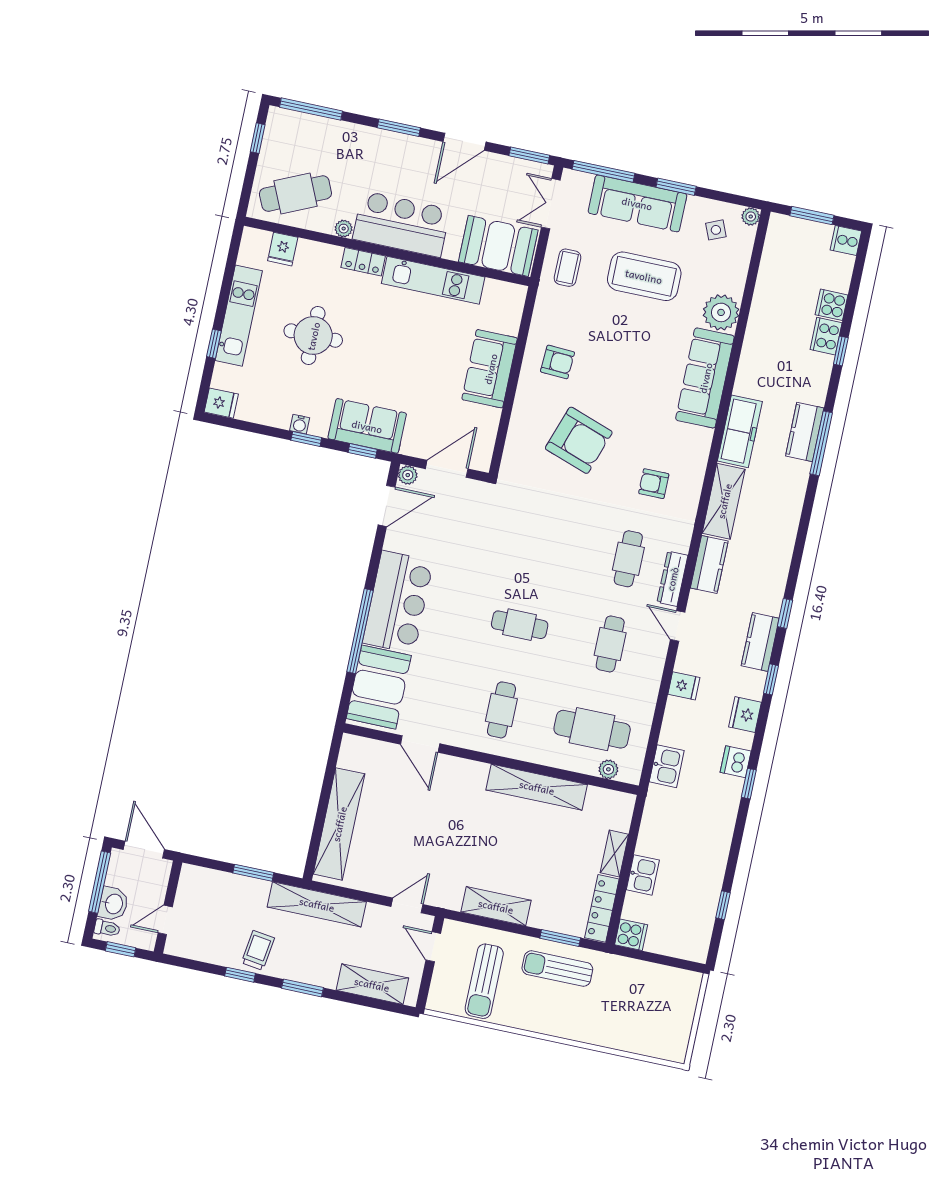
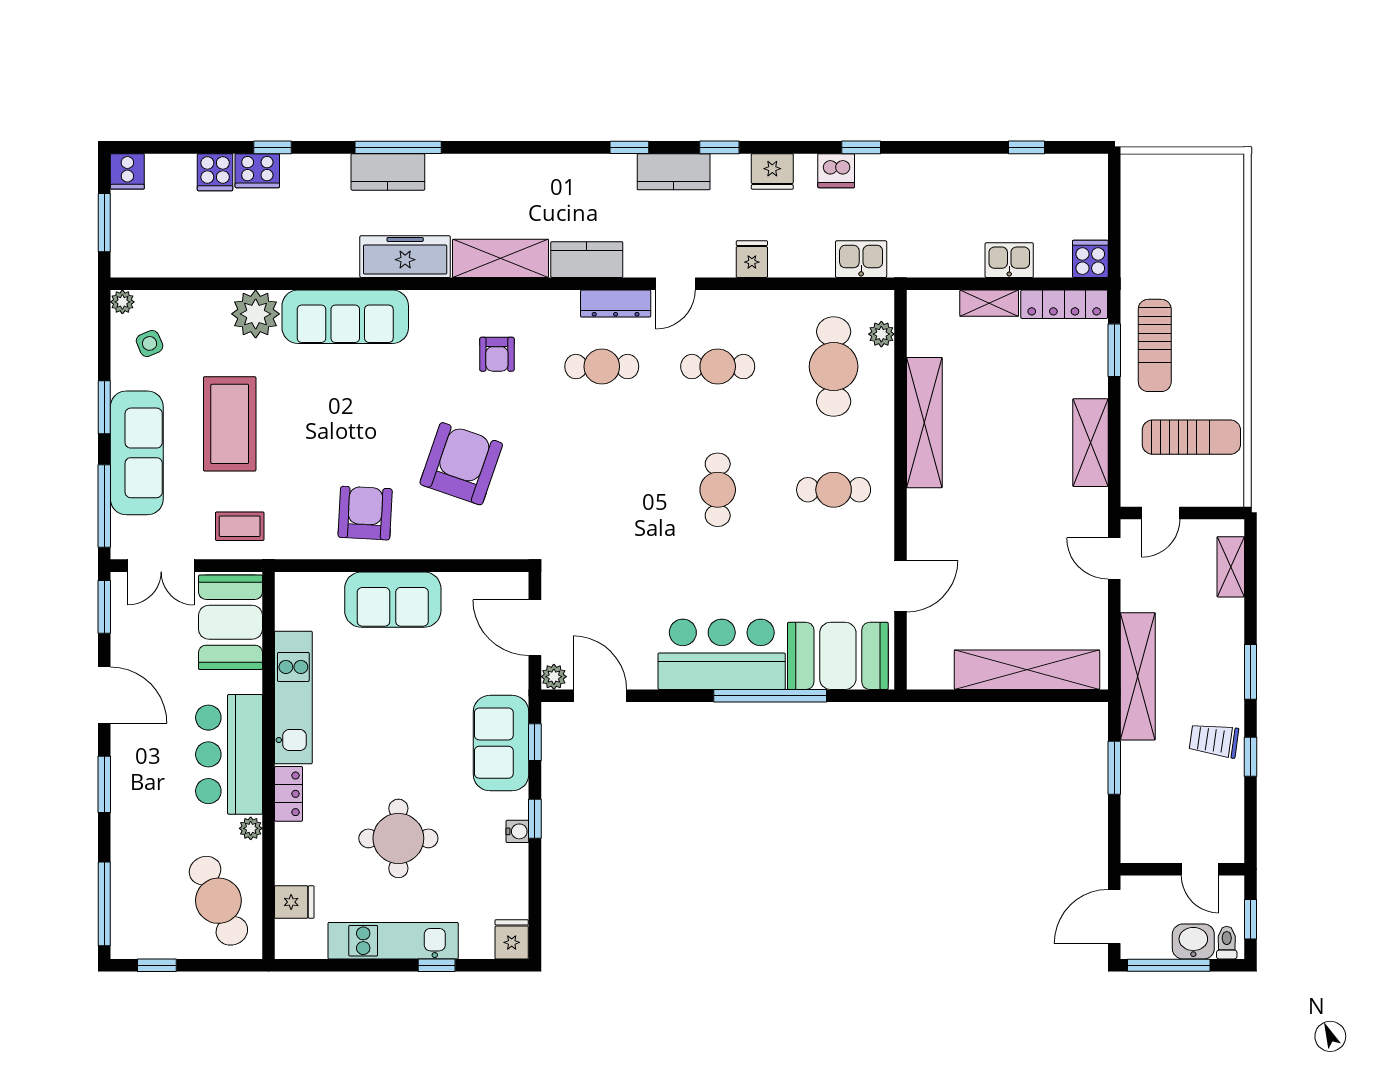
armchair: (558, 362) -> (365, 513), width x1.38, depth x1.38
shelving: (372, 984) -> (1231, 567), width x0.67, depth x0.75

